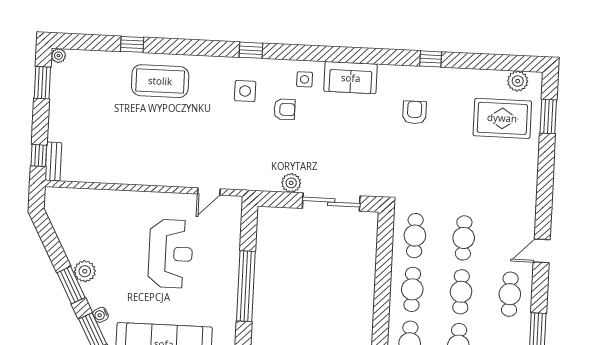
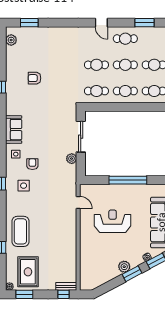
armchair: (414, 112) -> (34, 78), moved
rug: (502, 118) -> (28, 272), moved

